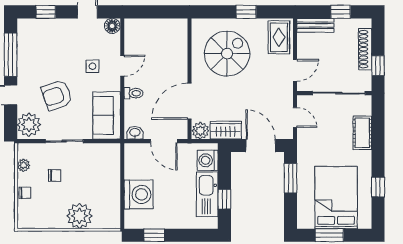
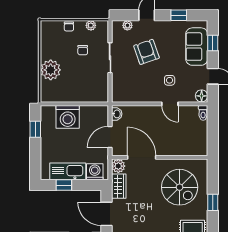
window: (11, 55) -> (179, 15), width x0.46
toilet: (134, 93) -> (203, 113), moved
sofa: (107, 115) -> (197, 47), moved, turned -90
plant: (29, 125) -> (127, 25), width x0.53, depth x0.53
door: (261, 146) -> (106, 214), swing flipped

